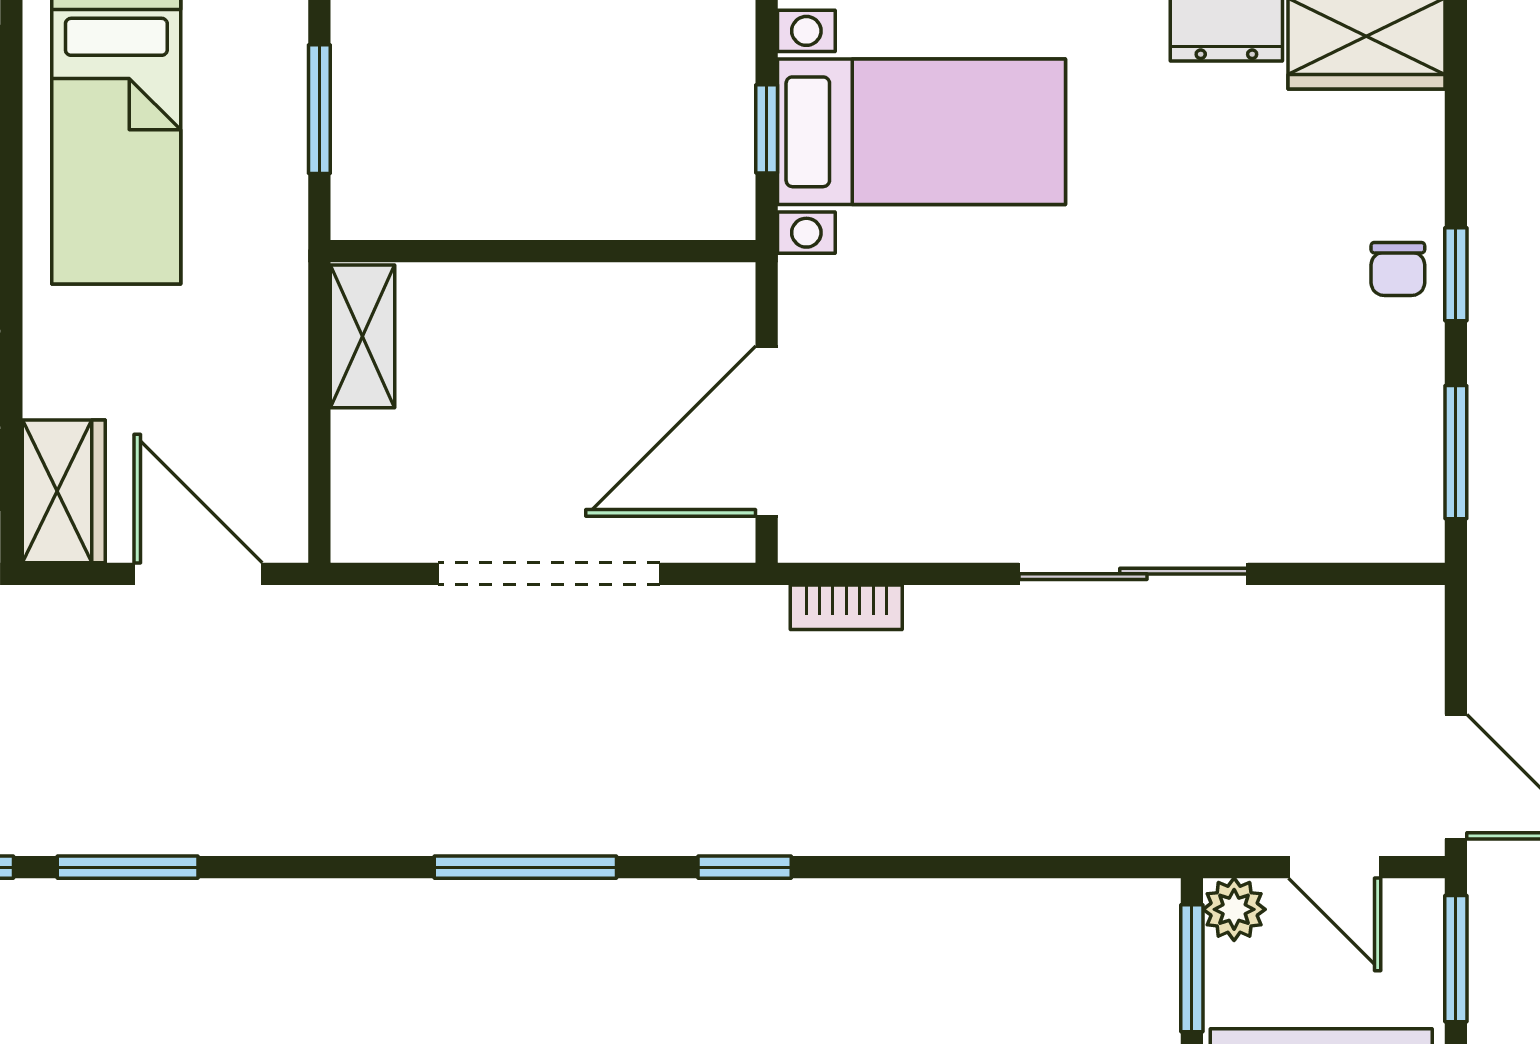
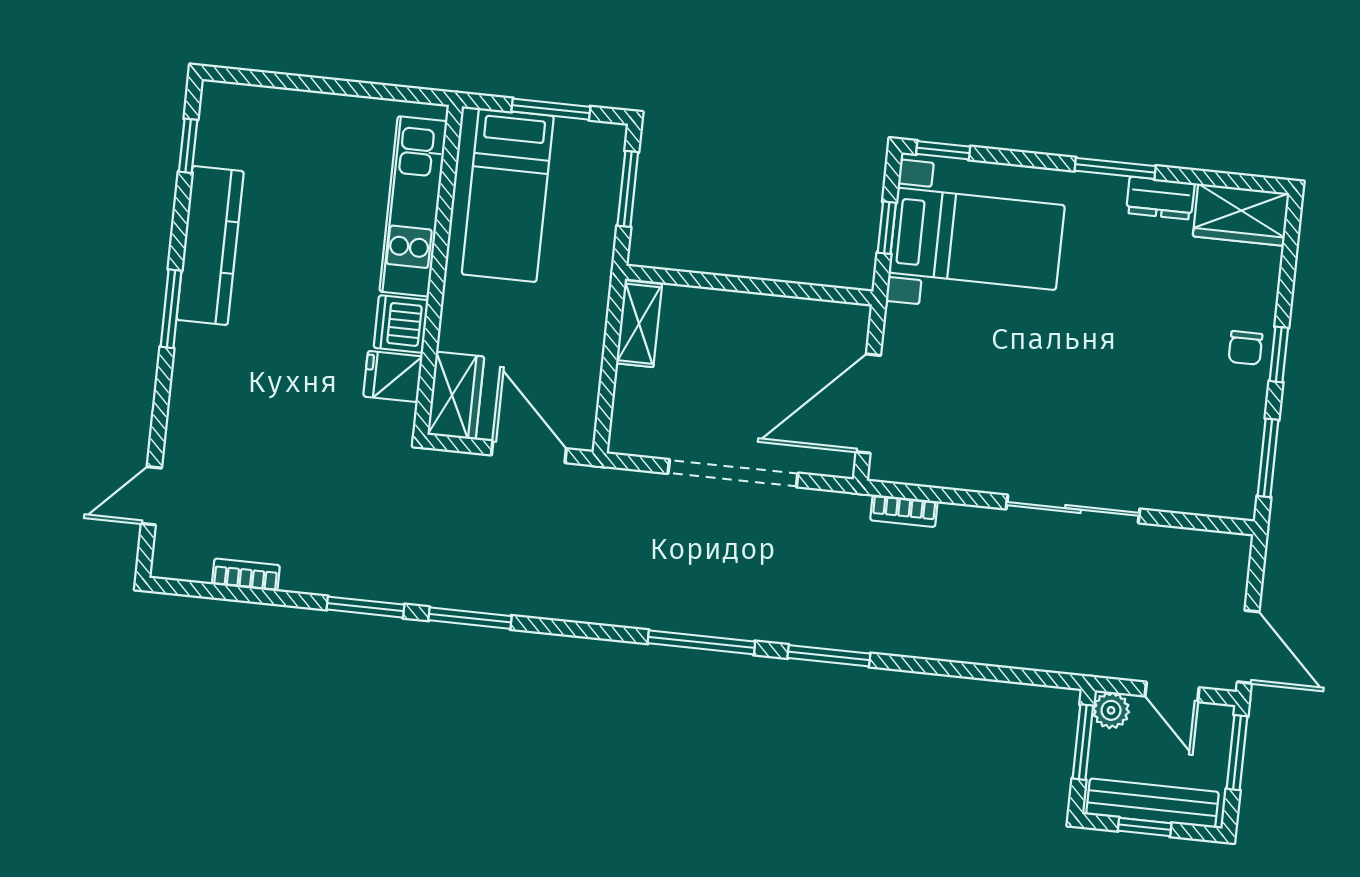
window: (745, 867) -> (829, 656), width x1.50

